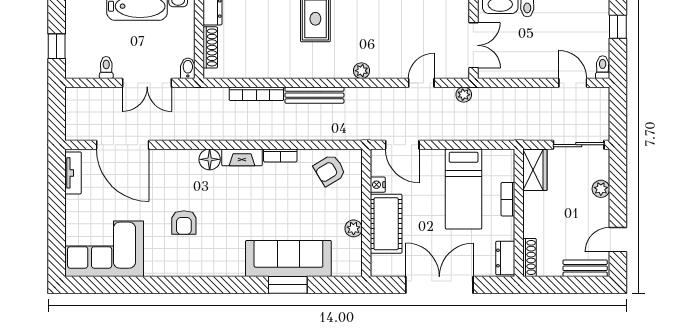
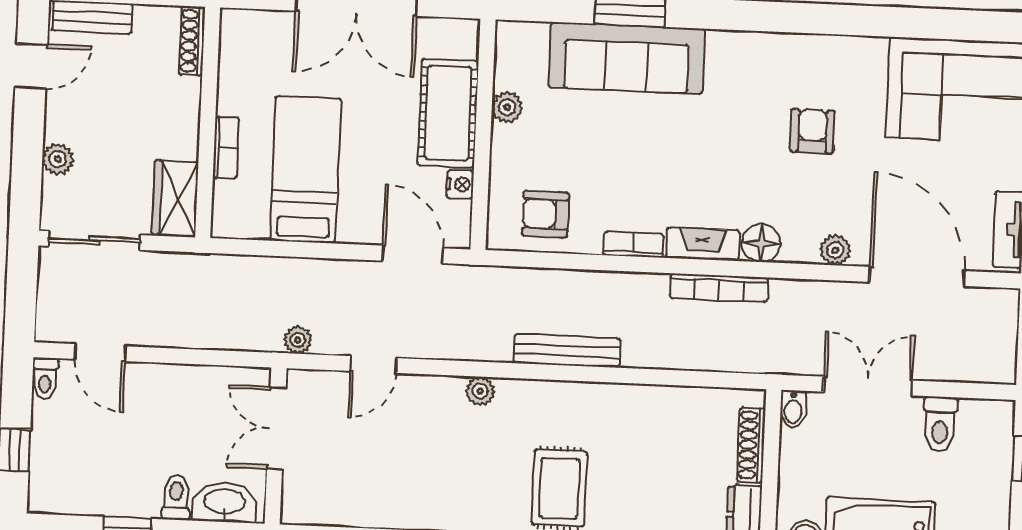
toilet: (106, 68) -> (940, 424), width x1.37, depth x1.39
bookcase: (256, 94) -> (719, 288), moved, turned 180
plant: (168, 157) -> (835, 250), added
armchair: (330, 170) -> (546, 214), turned -149
dresser: (505, 258) -> (236, 42), removed

